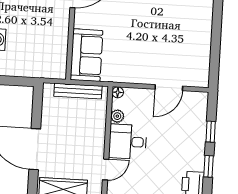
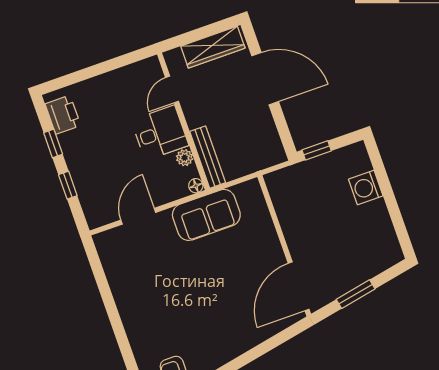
sofa: (87, 55) -> (206, 215), moved, turned -90
window: (19, 81) -> (317, 150), added
bench: (78, 91) -> (208, 157), moved, turned 90

